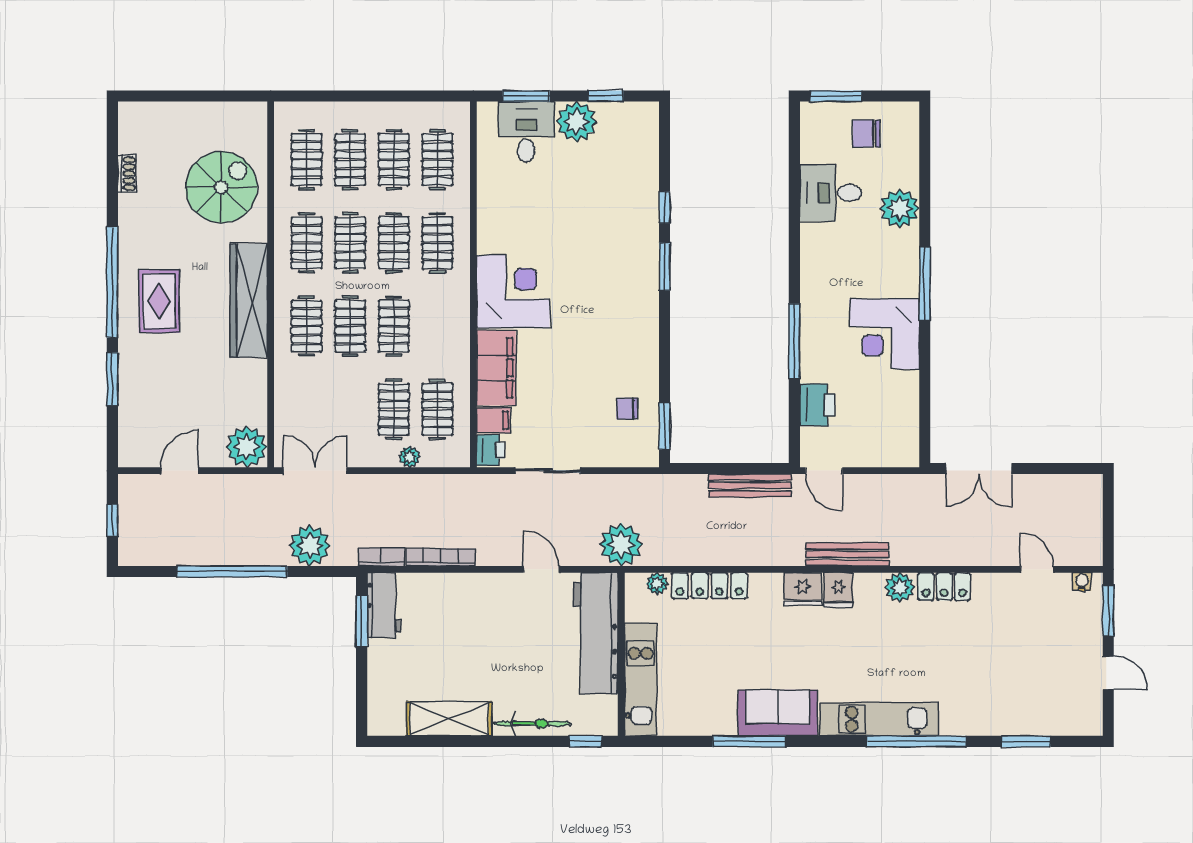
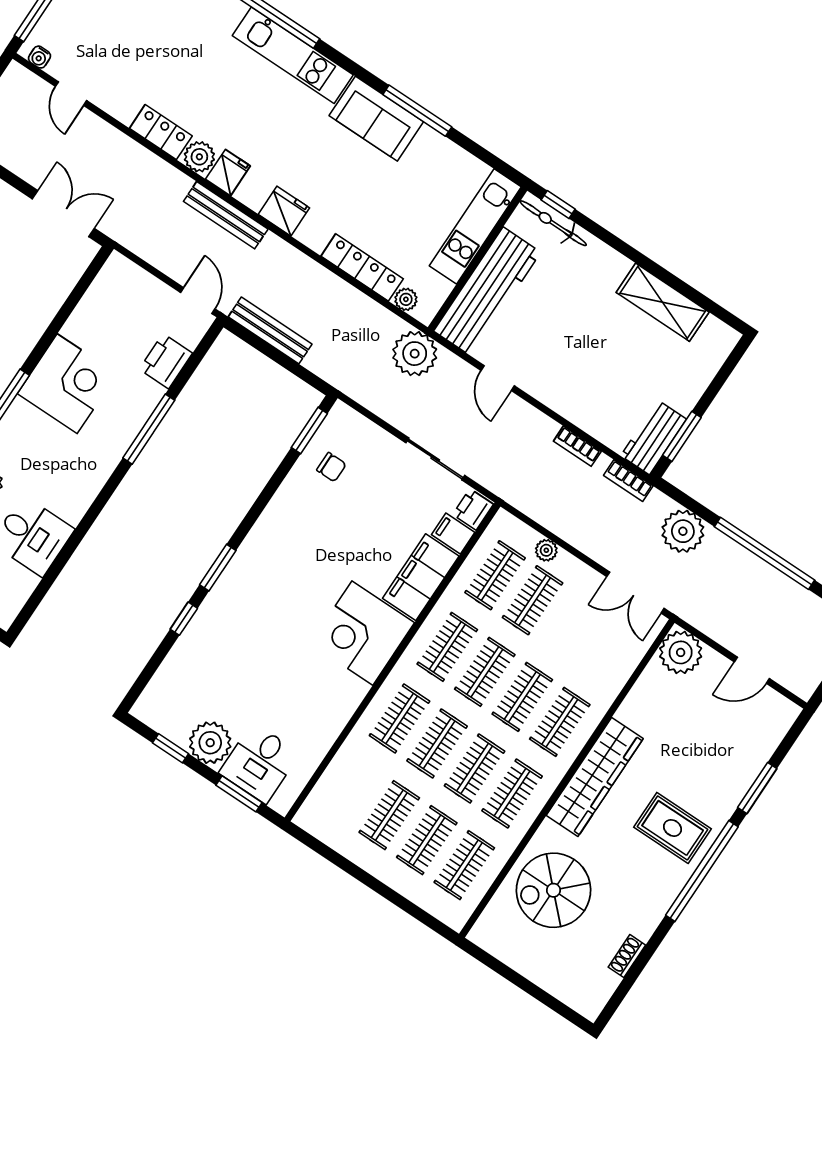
clothes rail: (437, 160) -> (447, 647), moved
rug: (159, 301) -> (673, 828), turned 90
bookcase: (440, 557) -> (577, 446), width x0.64
fridge: (838, 590) -> (228, 173), moved
bicycle: (532, 724) -> (553, 223), moved

